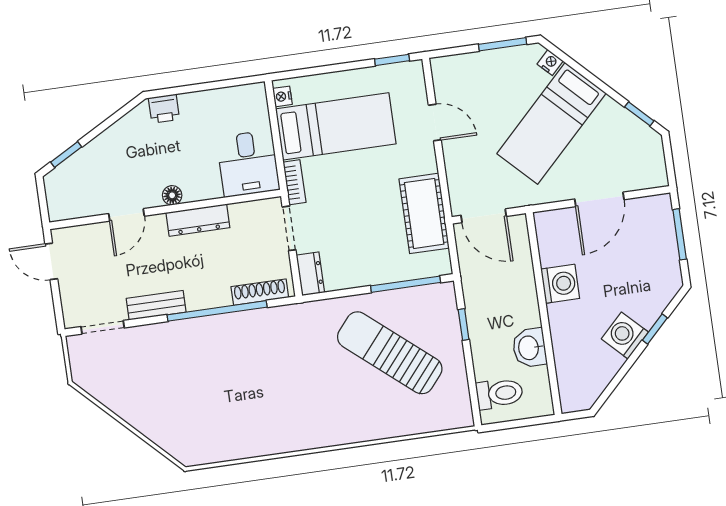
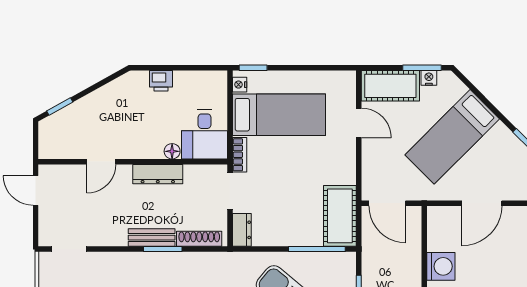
window: (392, 60) -> (253, 68), moved
nightstand: (550, 63) -> (429, 78), moved, turned -45
cot: (467, 72) -> (390, 86), added
printer: (164, 109) -> (161, 81), moved
floor lamp: (172, 195) -> (172, 151), moved
cot: (424, 213) -> (340, 216), moved
bench: (156, 305) -> (152, 238), moved
window: (217, 311) -> (163, 249), width x0.47

